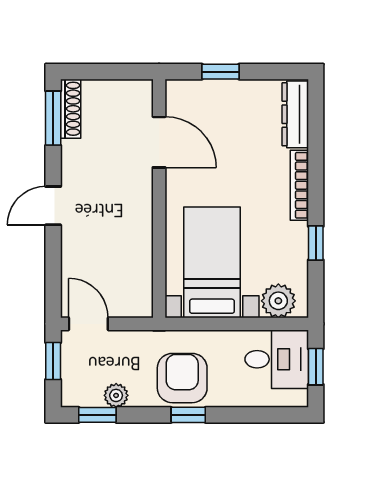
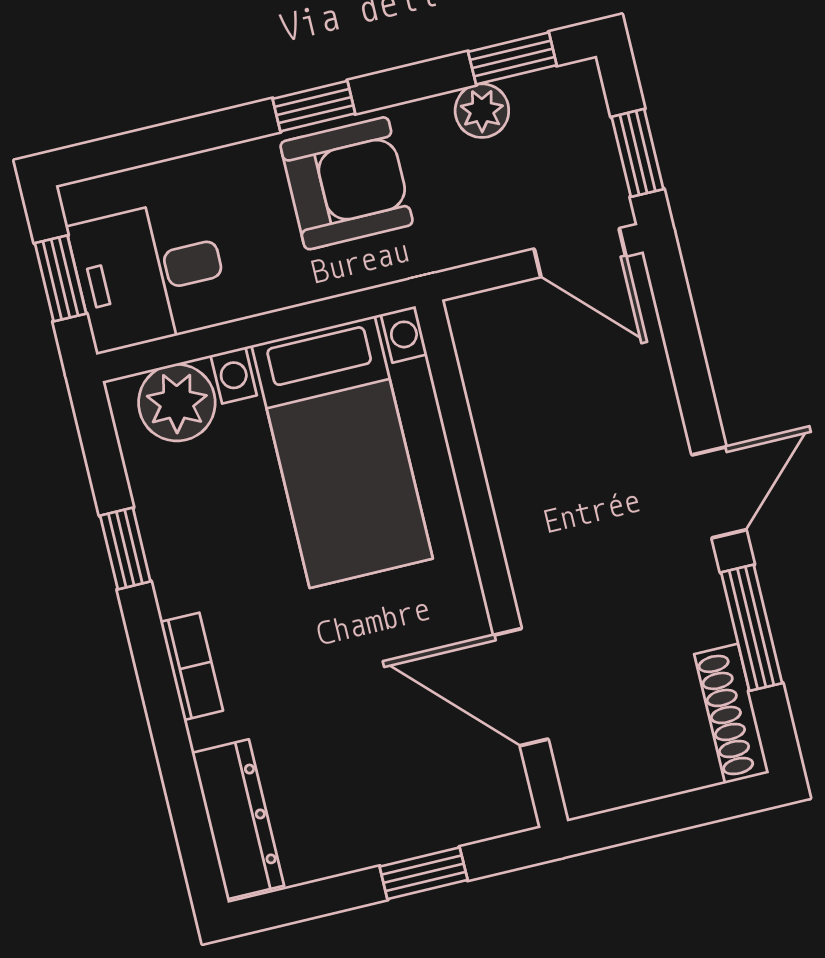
window: (53, 118) -> (752, 628), moved
bookcase: (299, 185) -> (192, 666), width x0.64
armchair: (182, 378) -> (347, 183), turned -90

